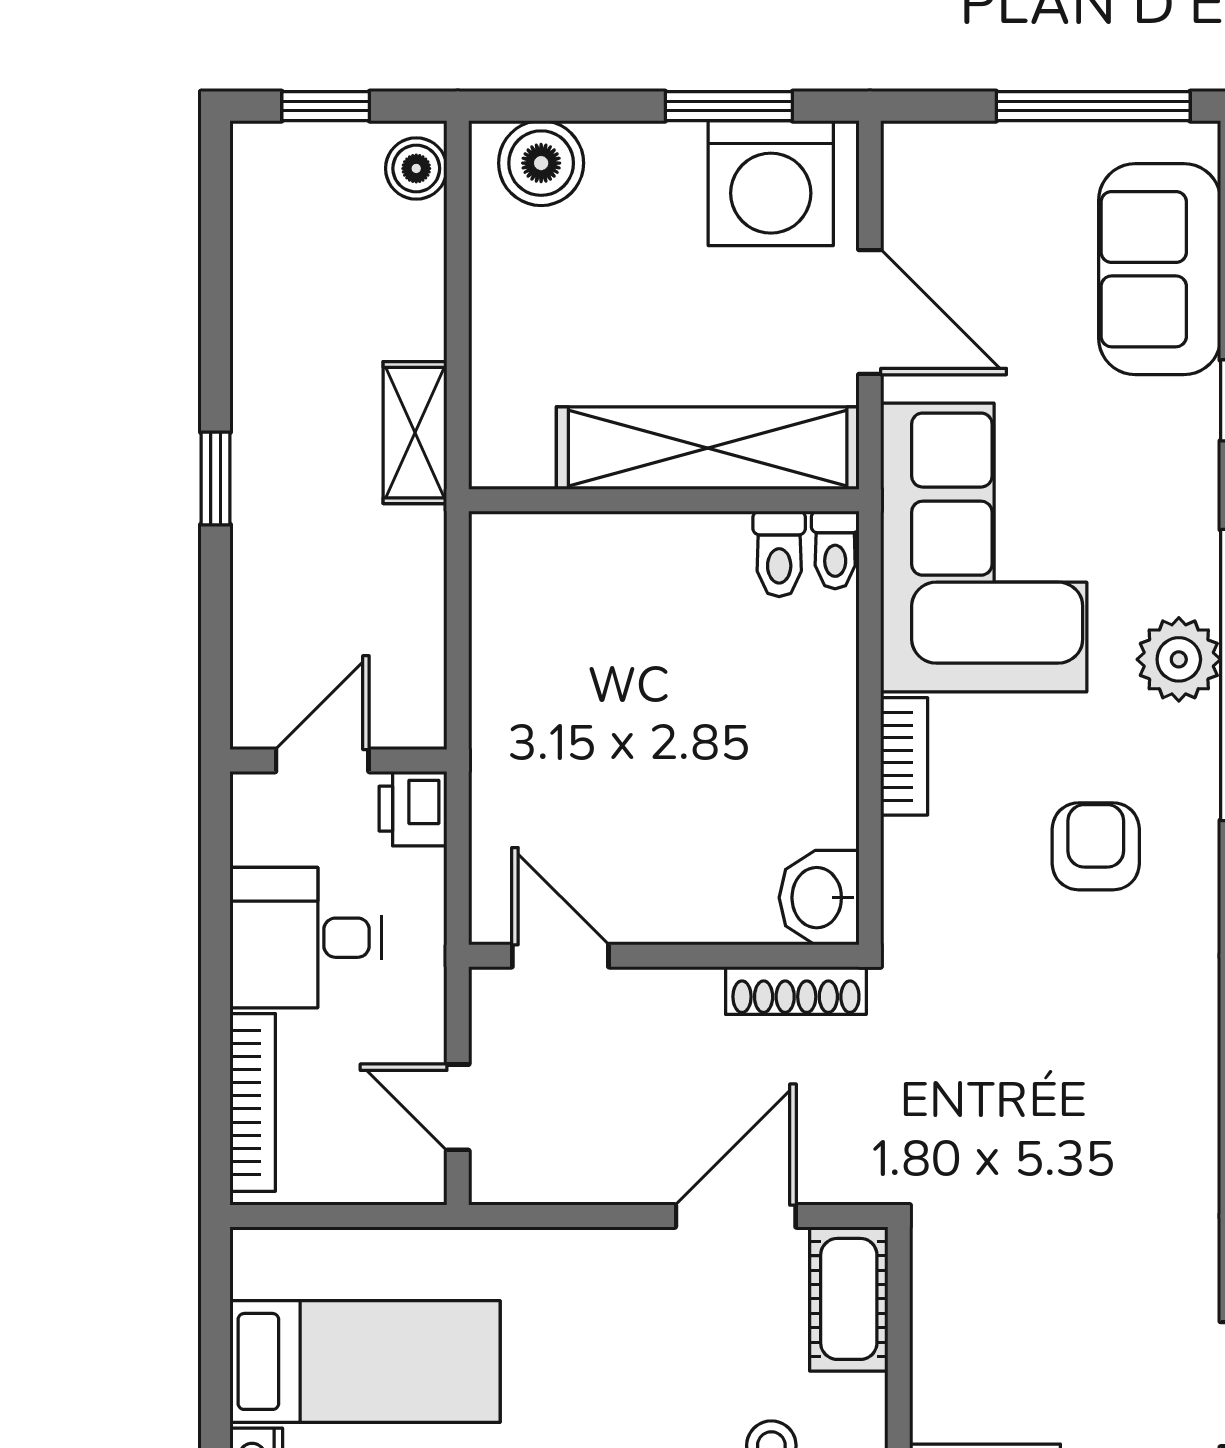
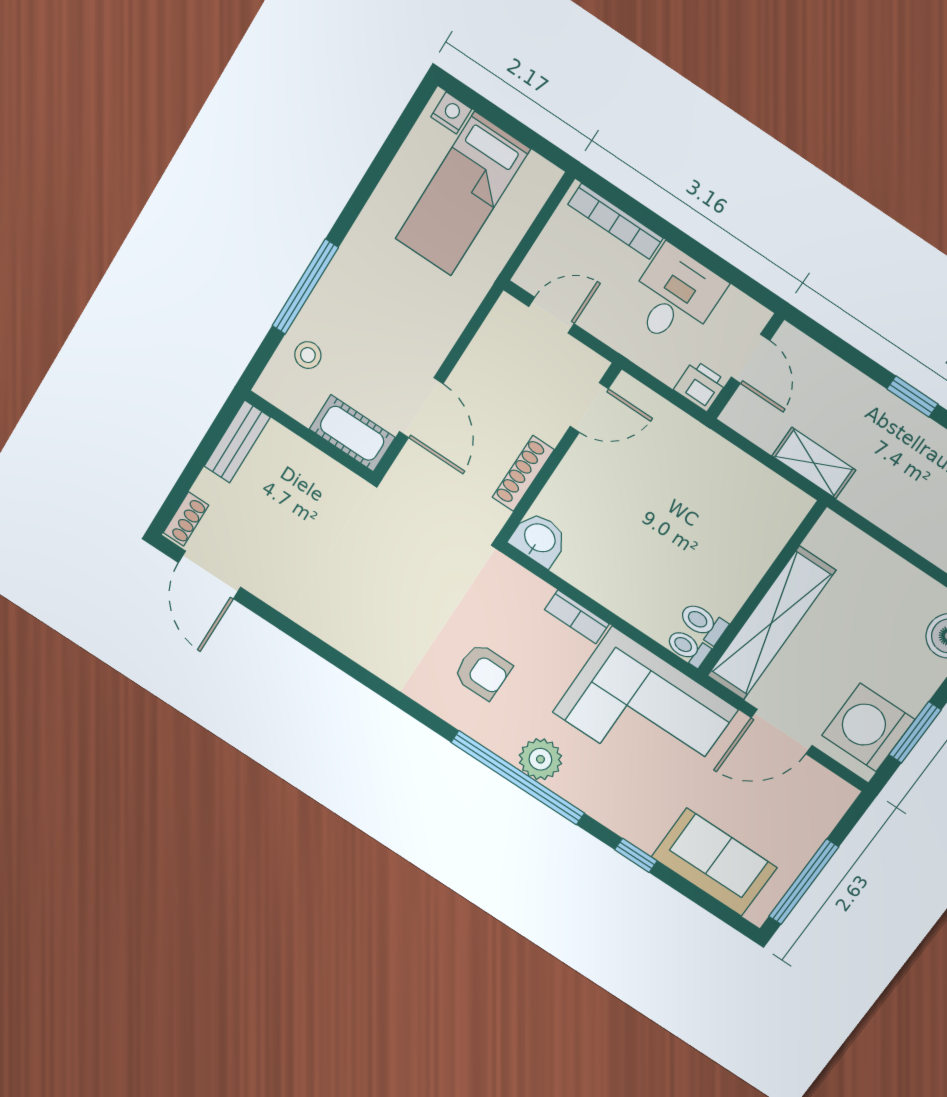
shelving: (415, 433) -> (814, 463), moved
shoe rack: (796, 990) -> (523, 473), moved

